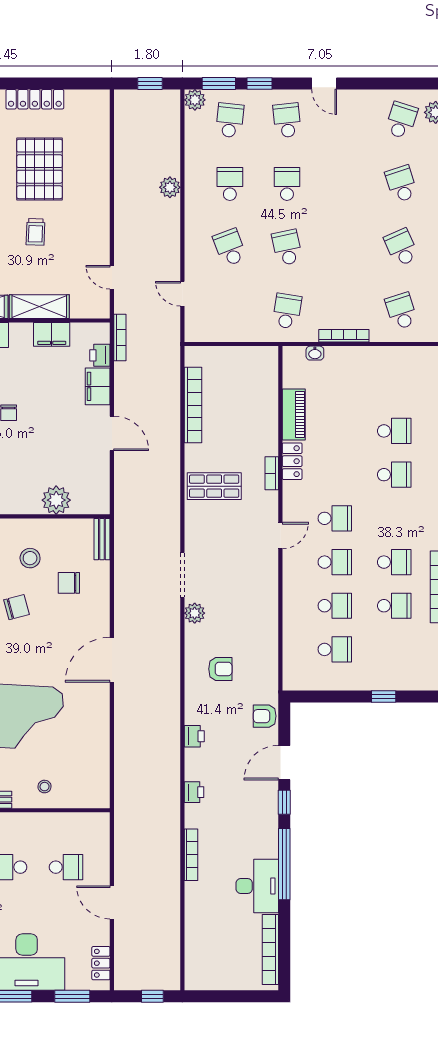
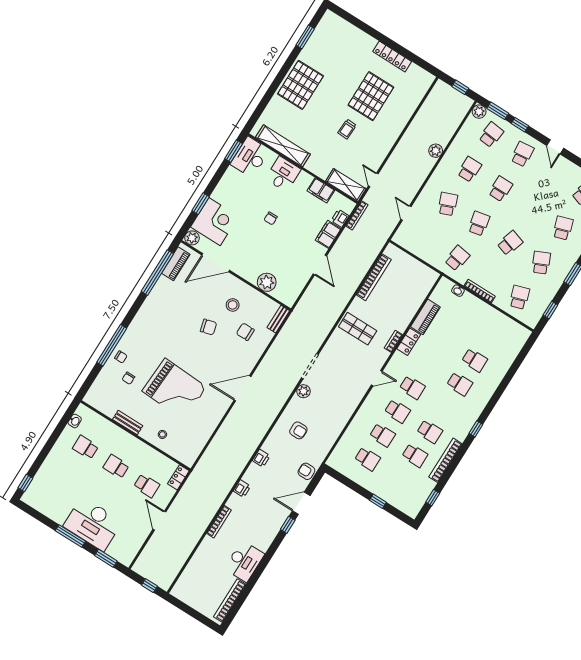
school desk: (344, 247) -> (510, 243), added
shelving: (39, 307) -> (346, 185), moved
window: (284, 864) -> (267, 559), removed
locker: (101, 963) -> (178, 477), moved

